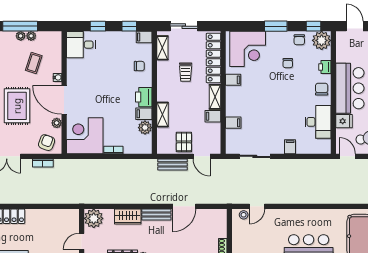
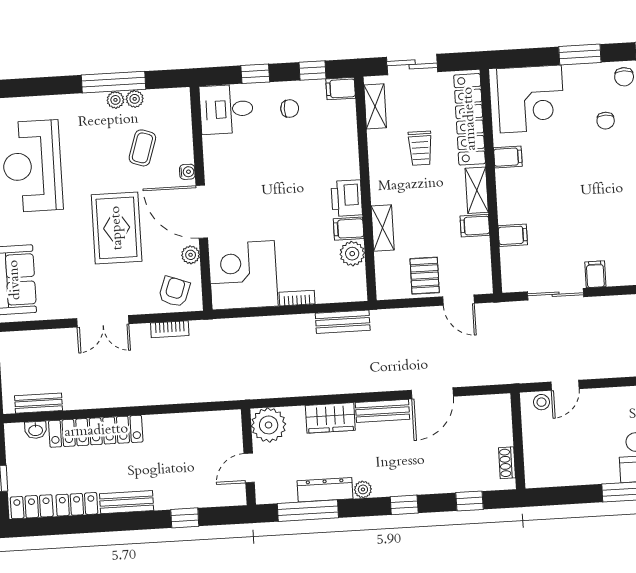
chair: (139, 66) -> (290, 109), moved
filing cabinet: (290, 147) -> (595, 274), moved
bench: (172, 164) -> (343, 322), moved

